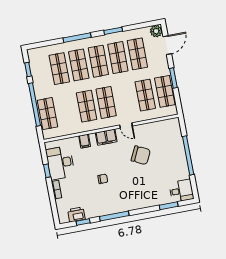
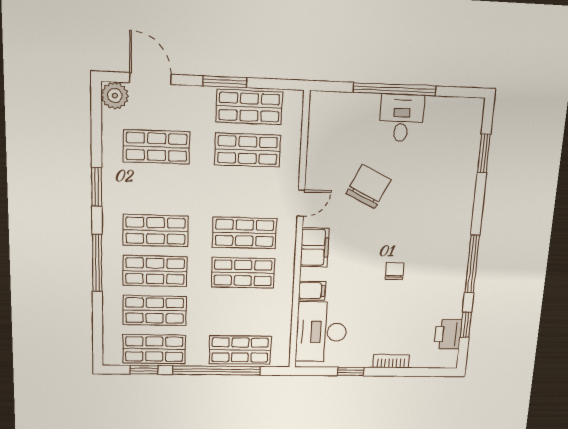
shop shelf: (118, 58) -> (154, 349), moved
desk: (60, 163) -> (321, 332), moved, turned 90
desk: (181, 191) -> (402, 118), moved

